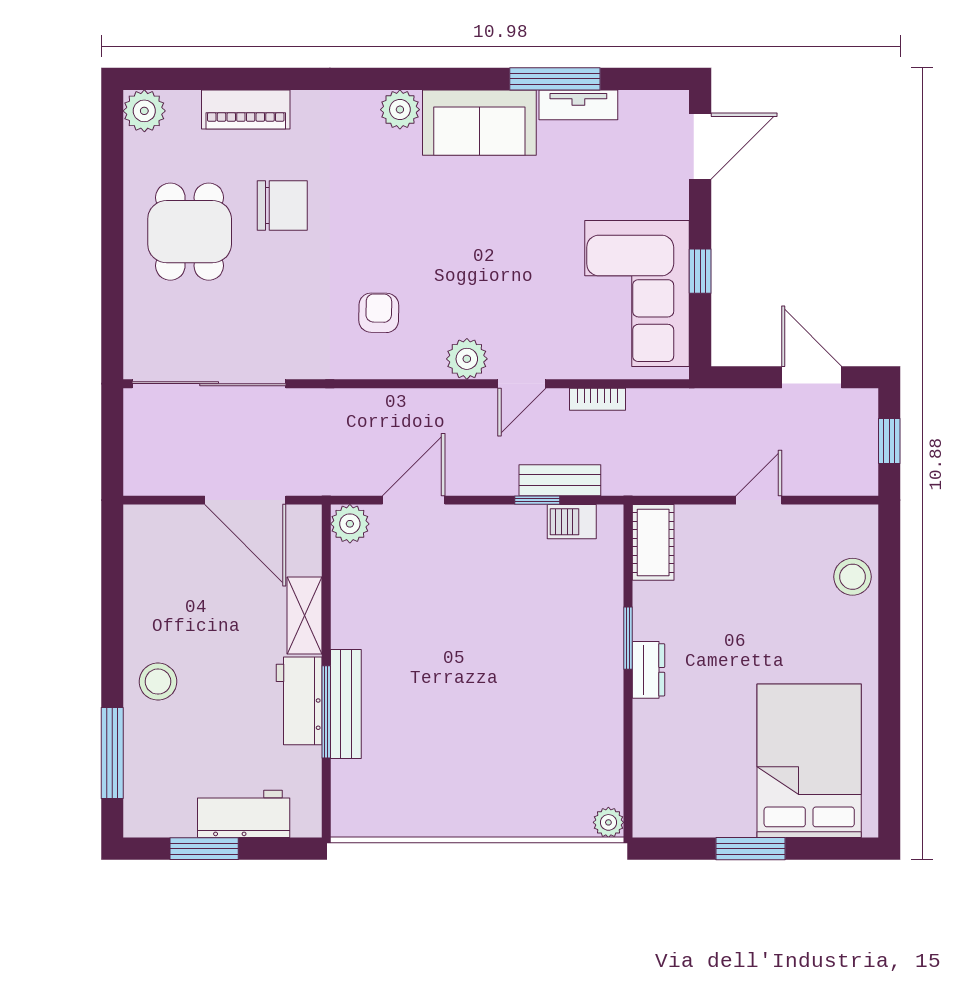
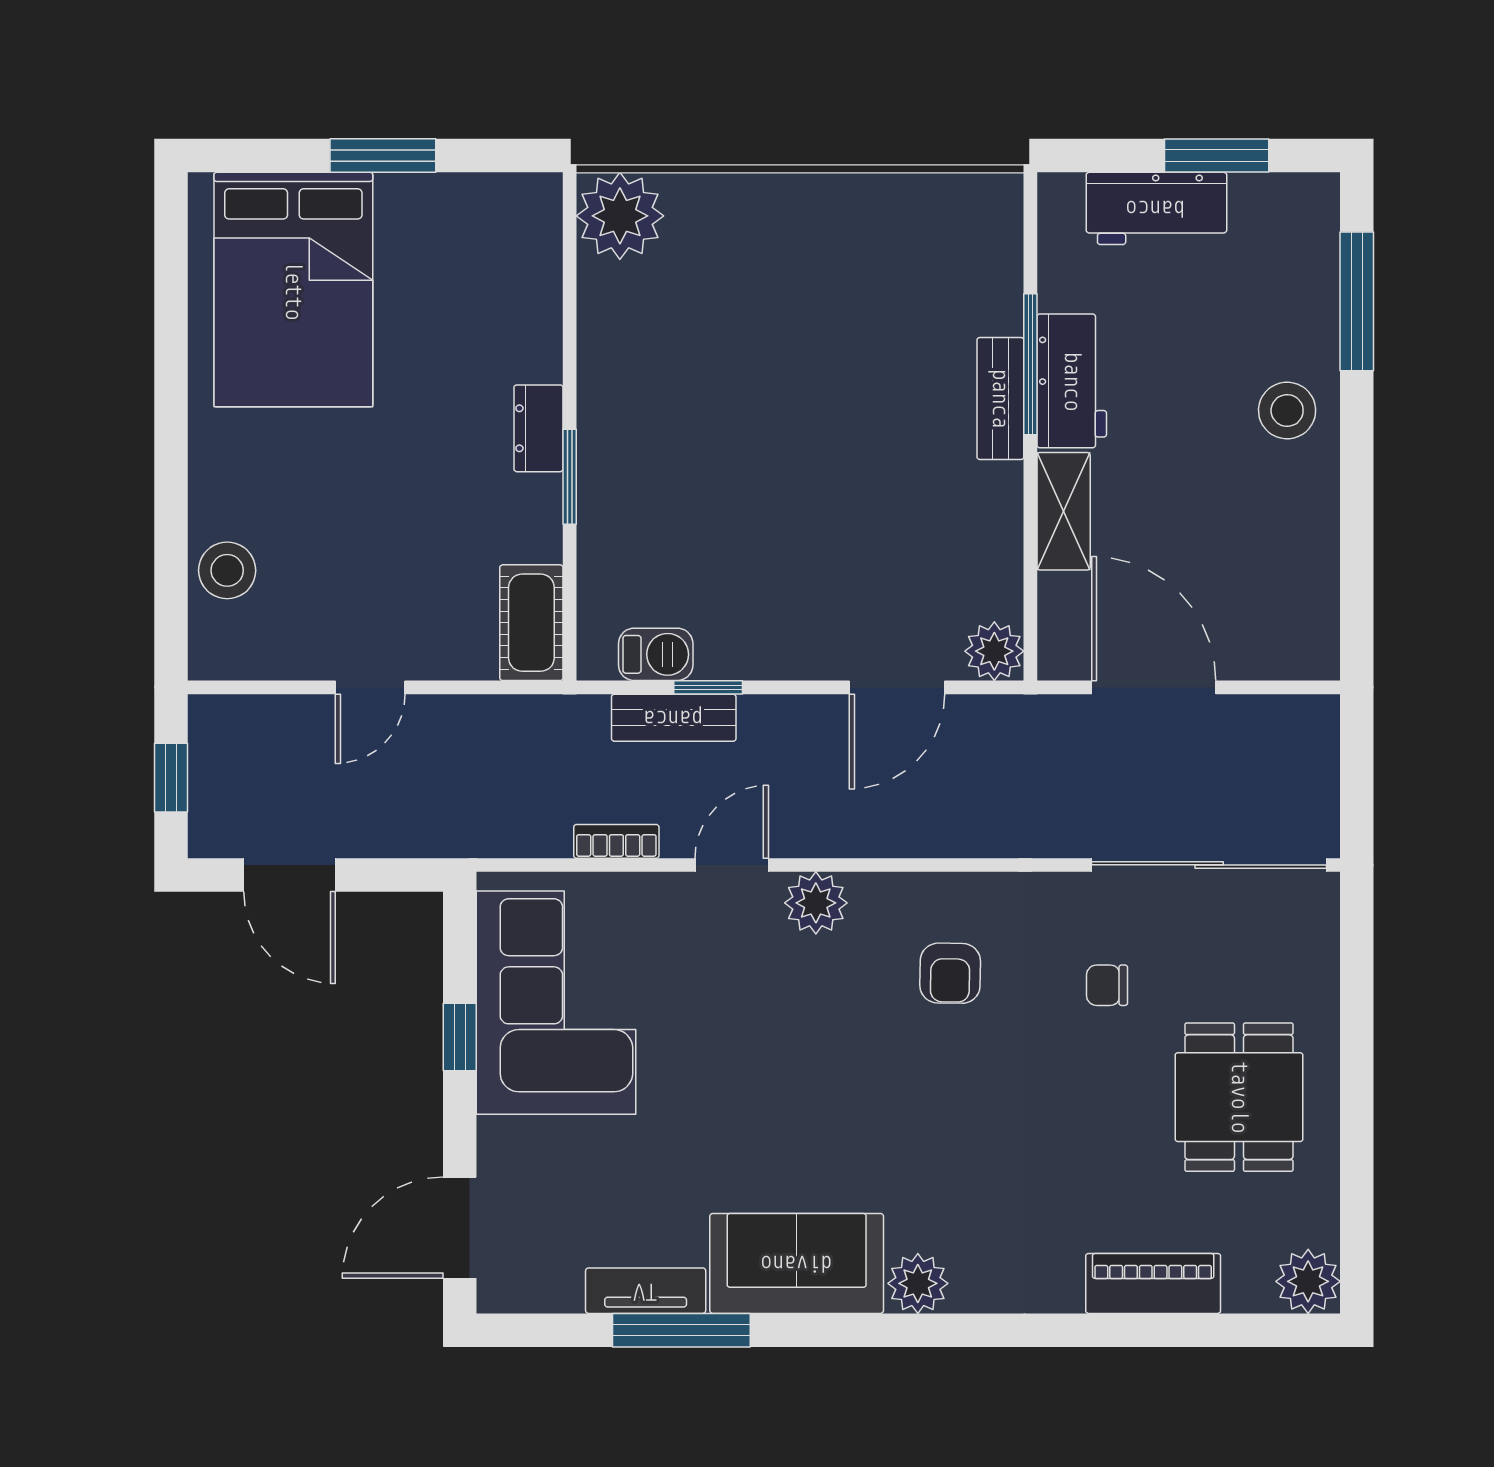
chair: (282, 206) -> (1107, 985), moved, width x0.54, depth x0.54
bench: (346, 704) -> (1000, 398), width x0.73
plant: (608, 822) -> (620, 216), width x1.87, depth x1.87

